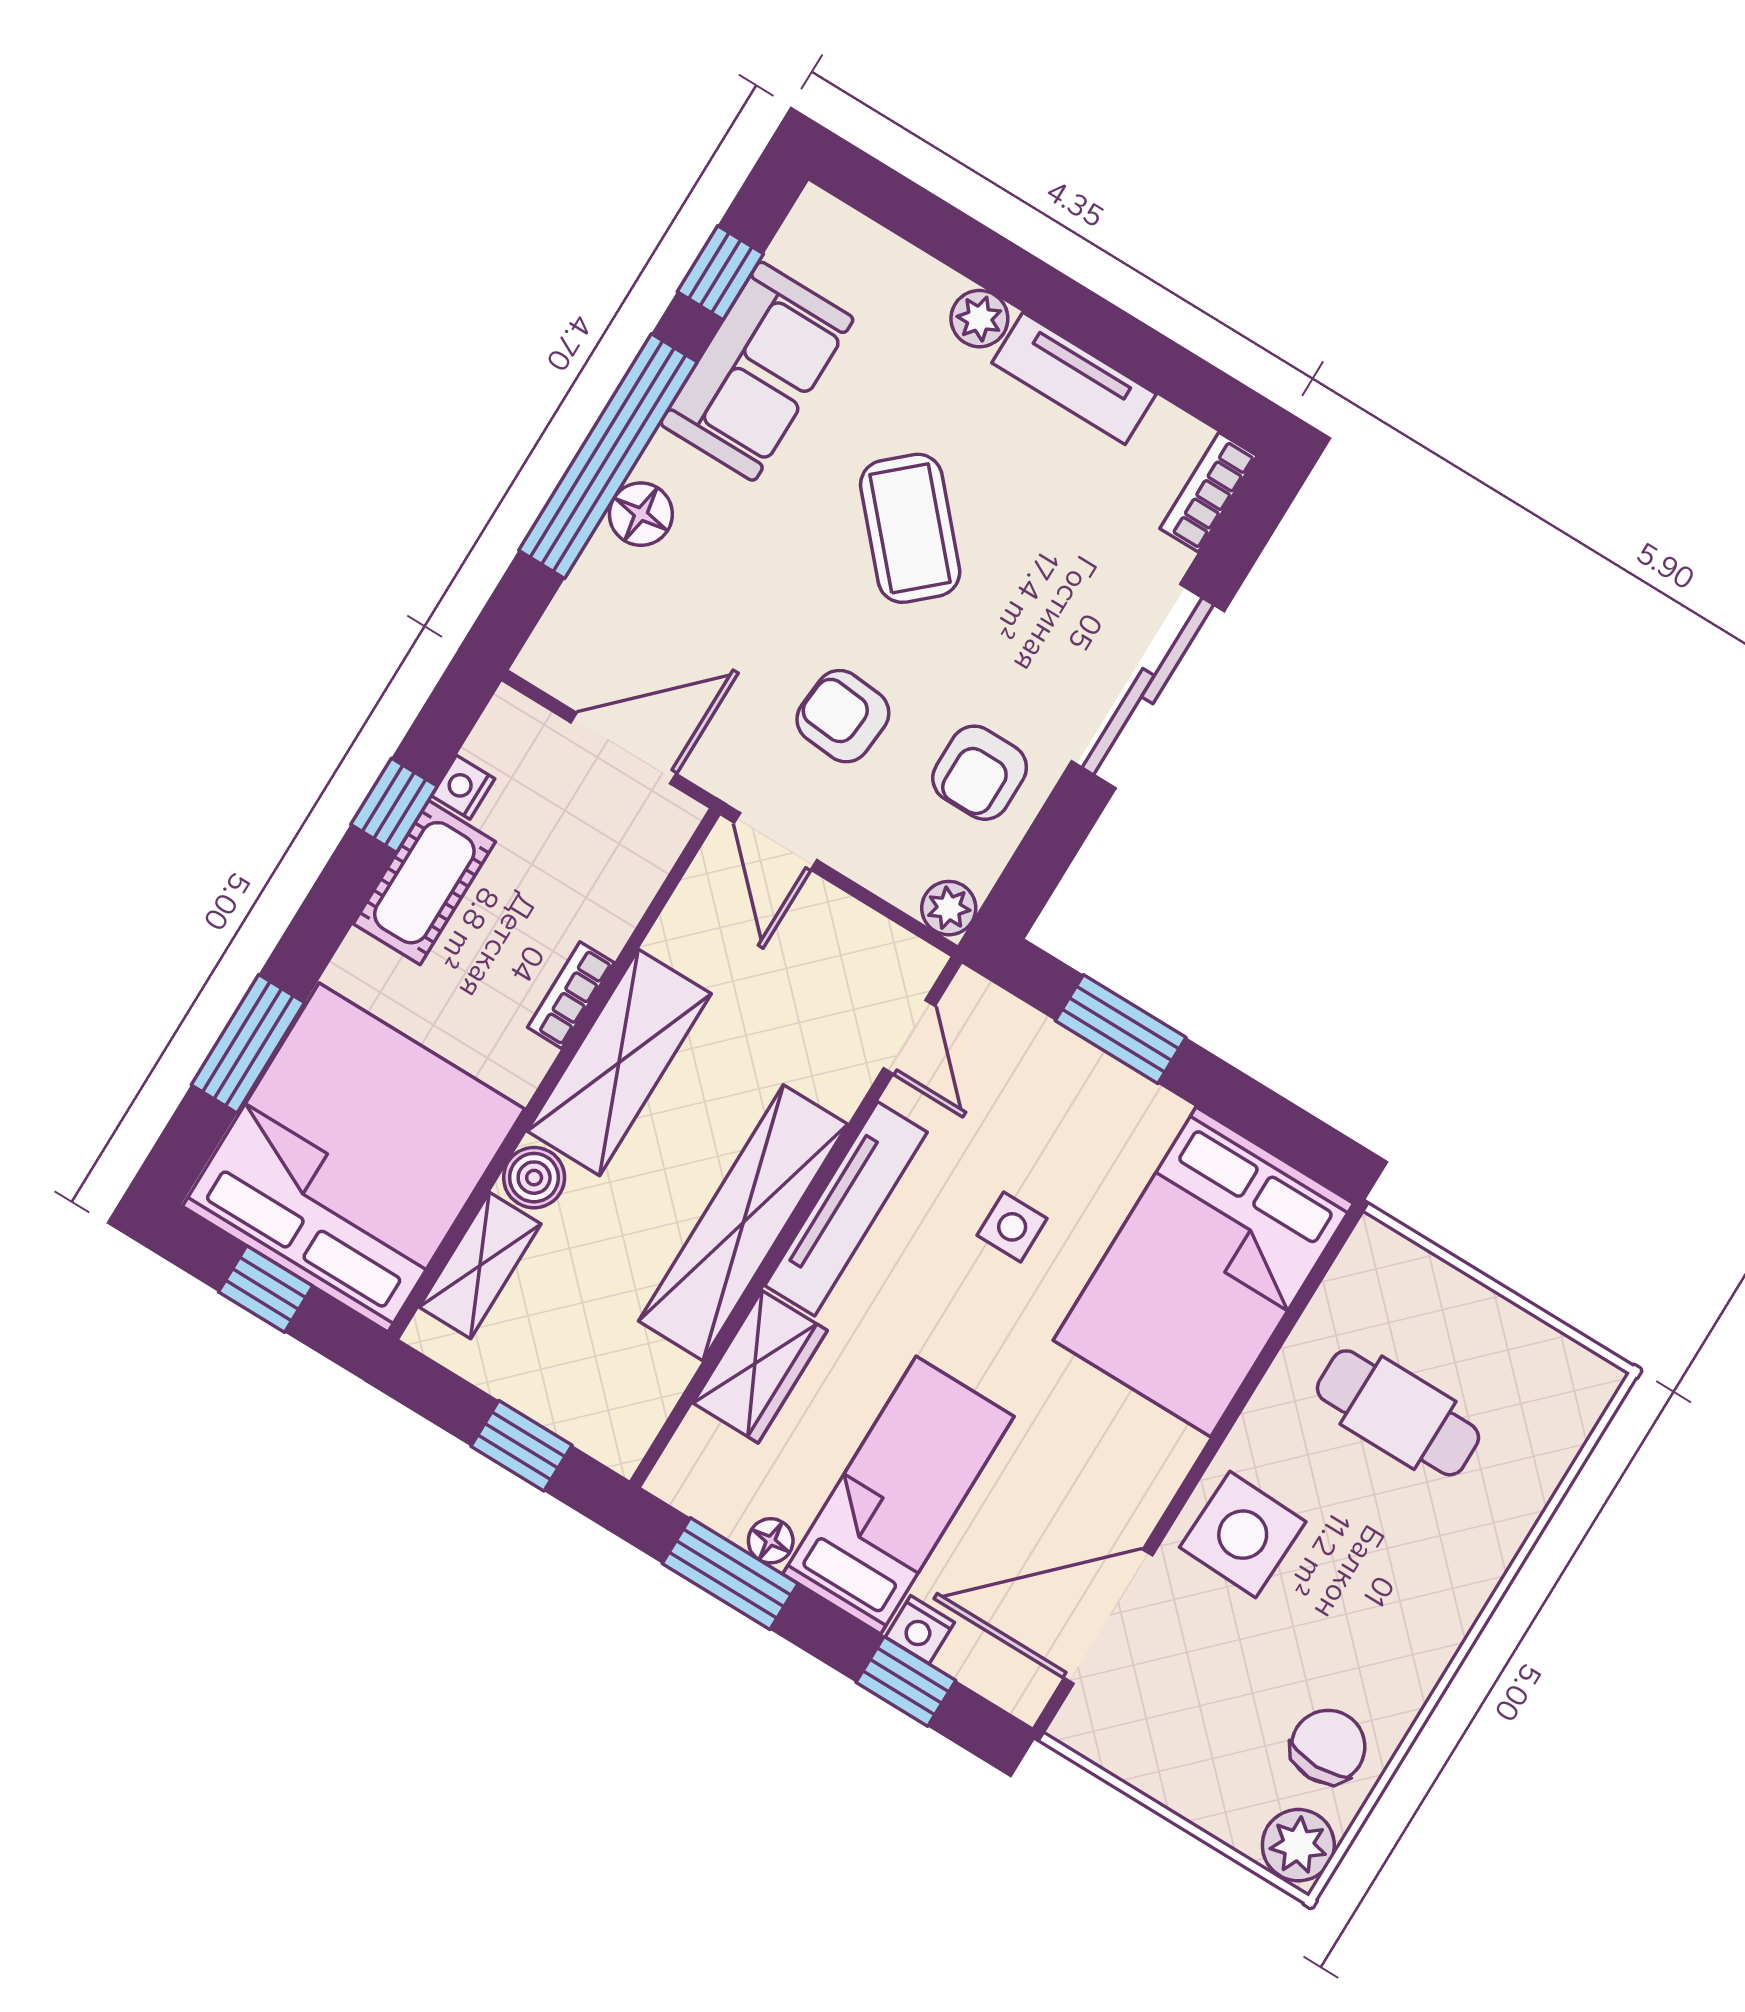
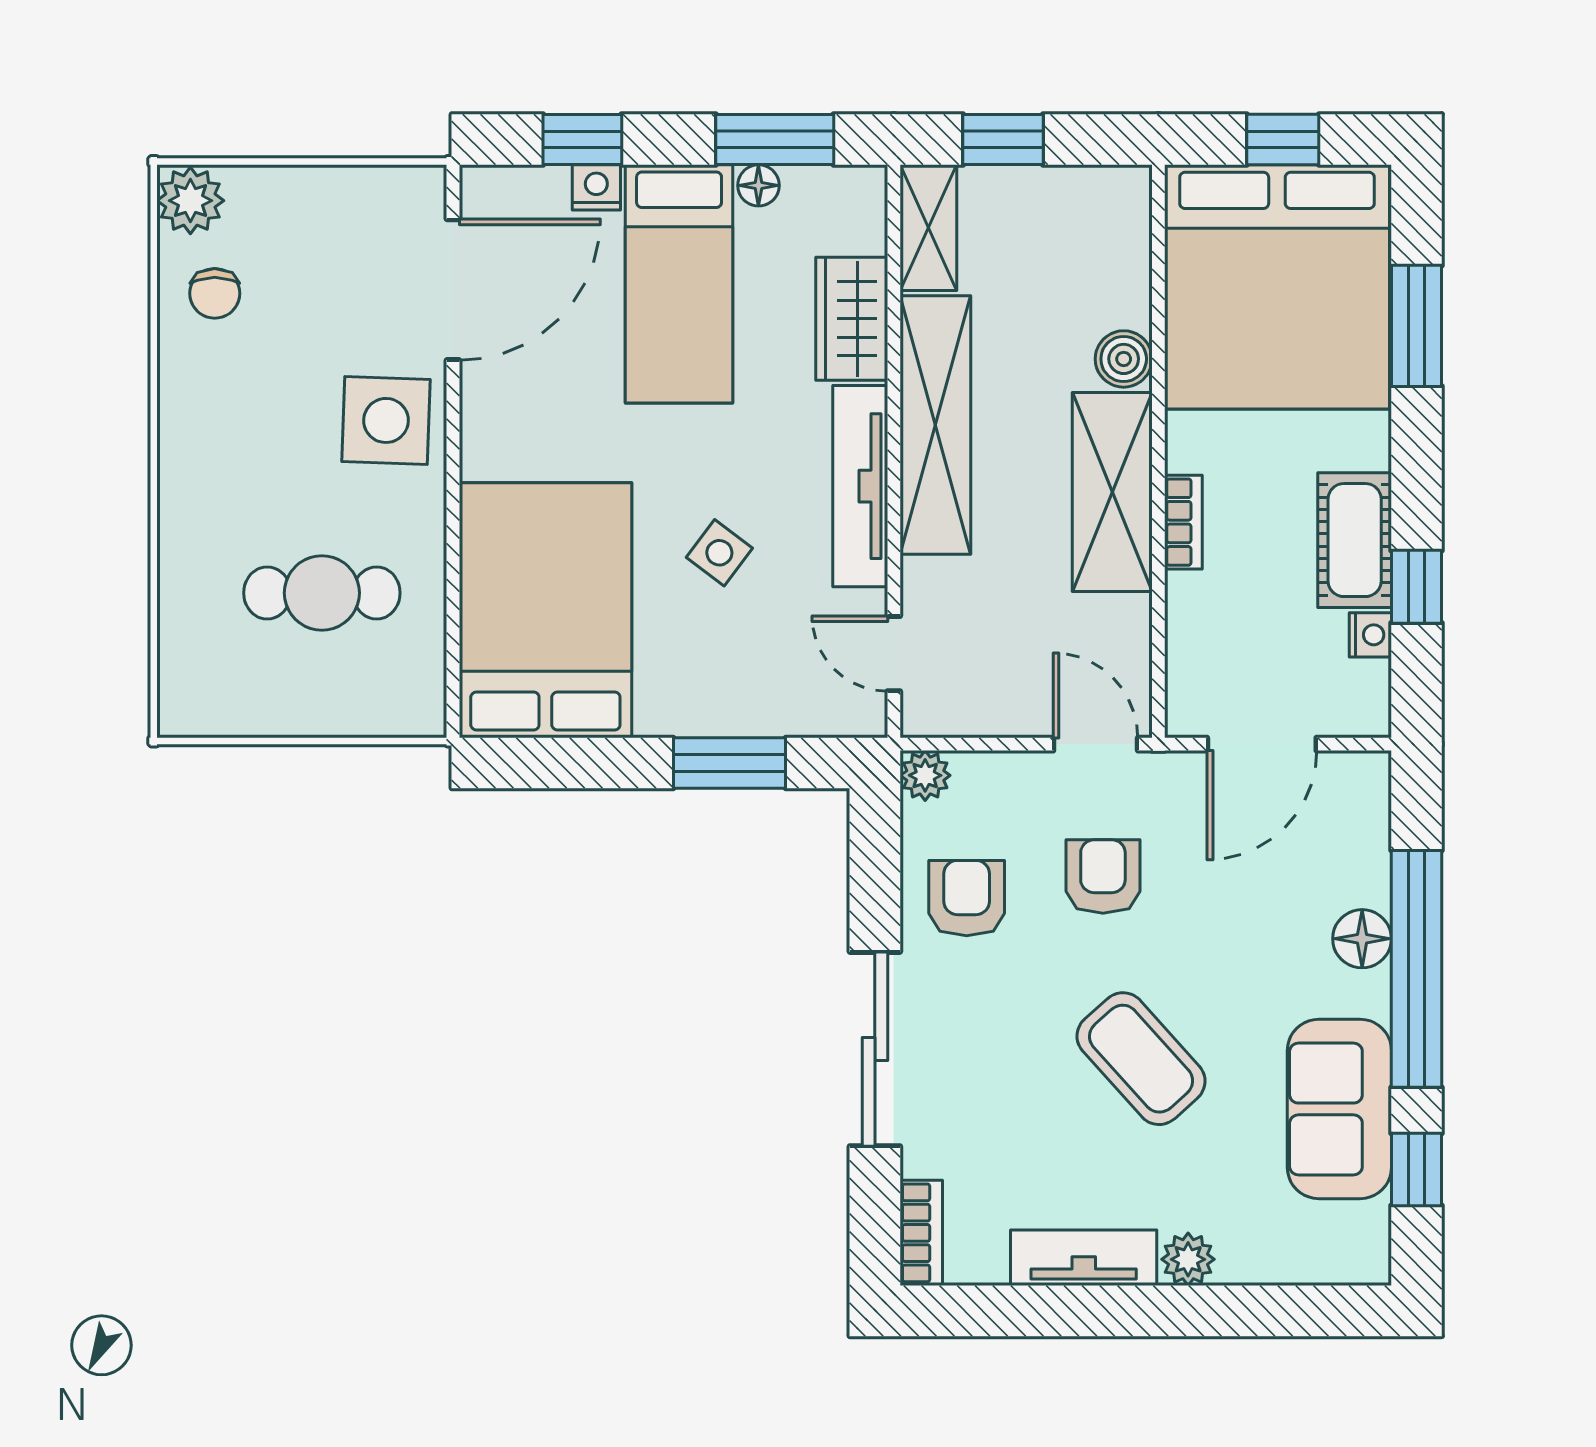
armchair: (843, 716) -> (1103, 877), turned -95
side table: (1012, 1227) -> (719, 553), turned 37
shelving: (480, 1266) -> (928, 228), moved
chair: (1328, 1747) -> (215, 293), width x0.73, depth x0.73

